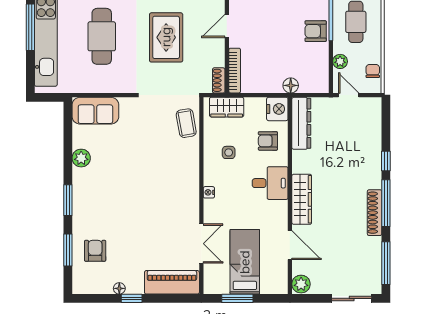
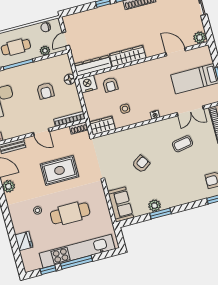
armchair: (316, 31) -> (45, 91), moved
wardrobe: (227, 107) -> (102, 126), moved, turned -90
coffee table: (186, 123) -> (182, 144), moved
armchair: (145, 155) -> (141, 164), added
desk: (270, 183) -> (138, 76), removed
wardrobe: (302, 199) -> (128, 56), moved
window: (68, 200) -> (160, 214), moved
double door: (201, 244) -> (190, 111), swing flipped
door: (290, 245) -> (176, 52), hinge flipped

